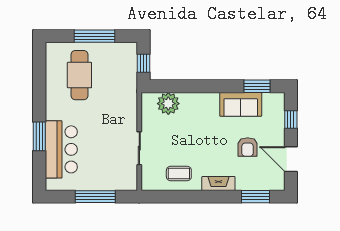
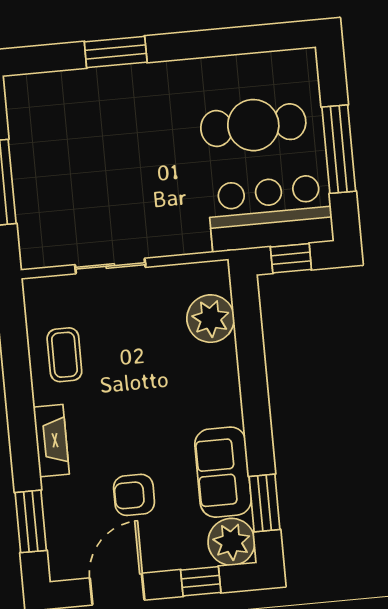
plant: (274, 103) -> (232, 542), added
bar counter: (61, 149) -> (270, 213), moved, turned 180

